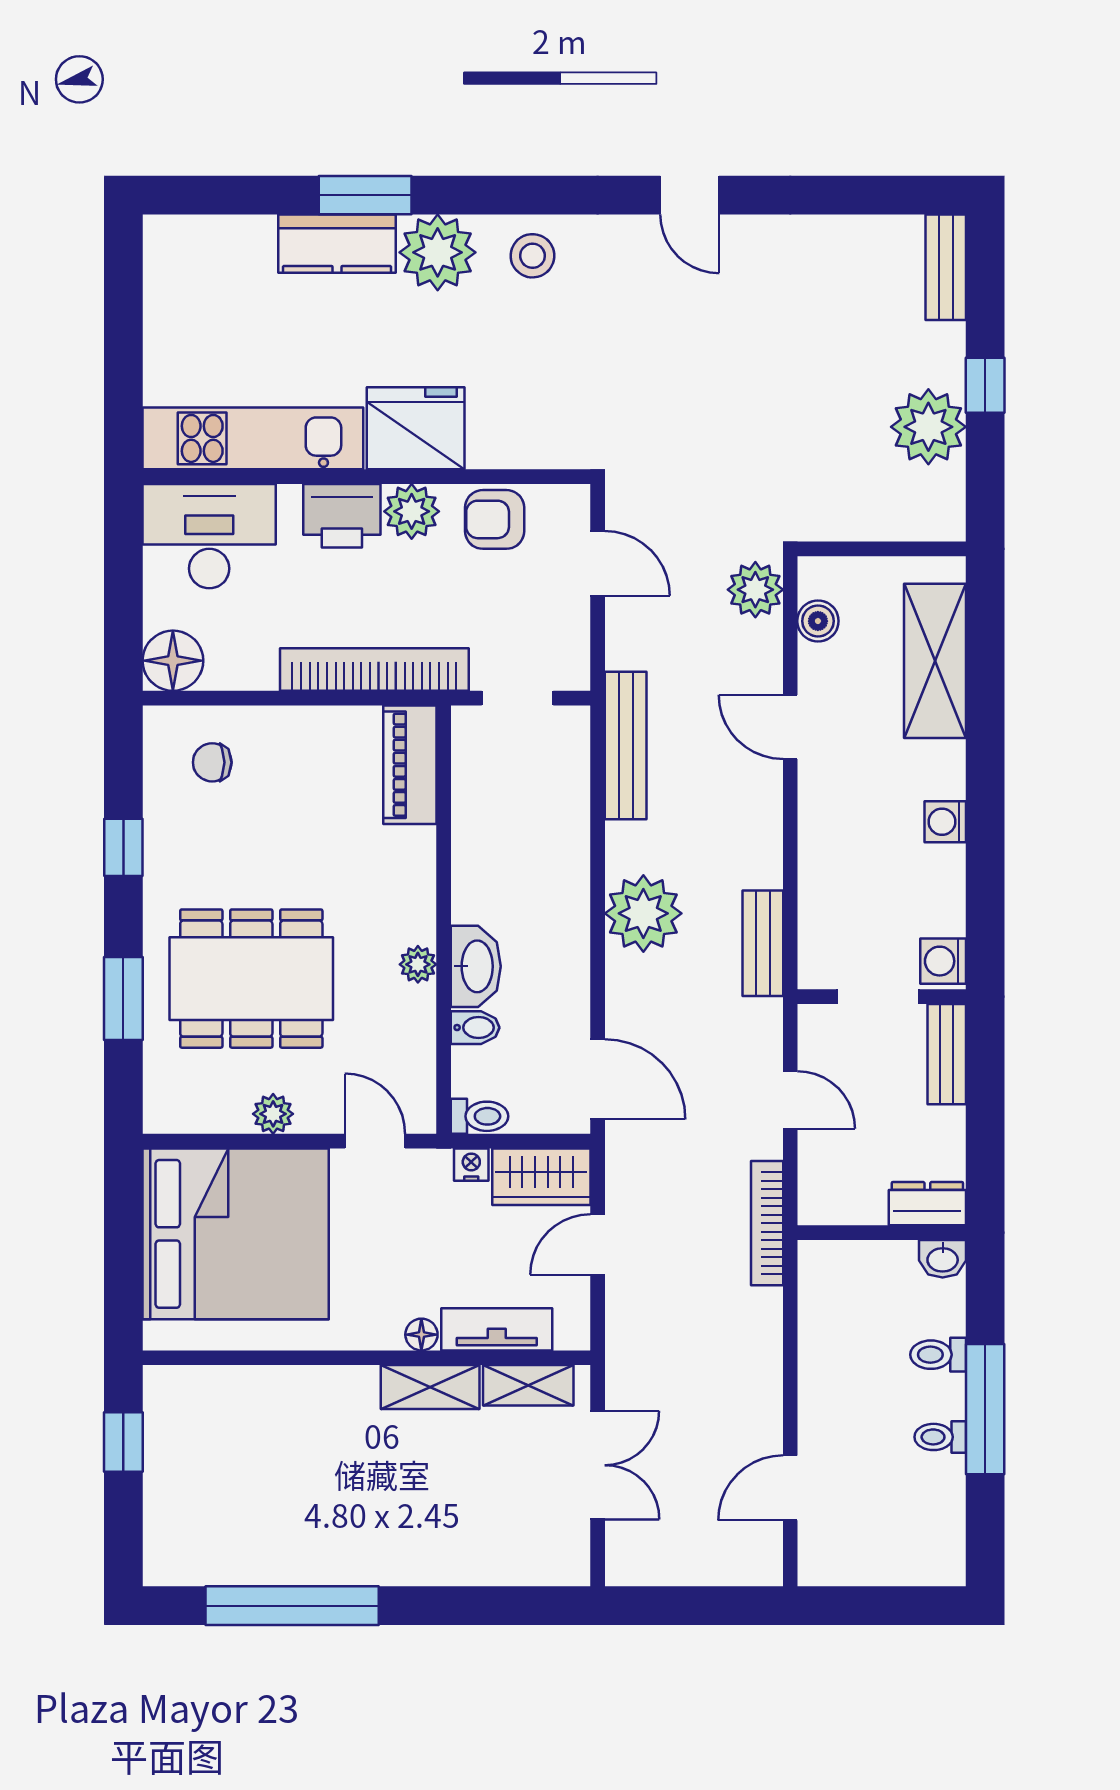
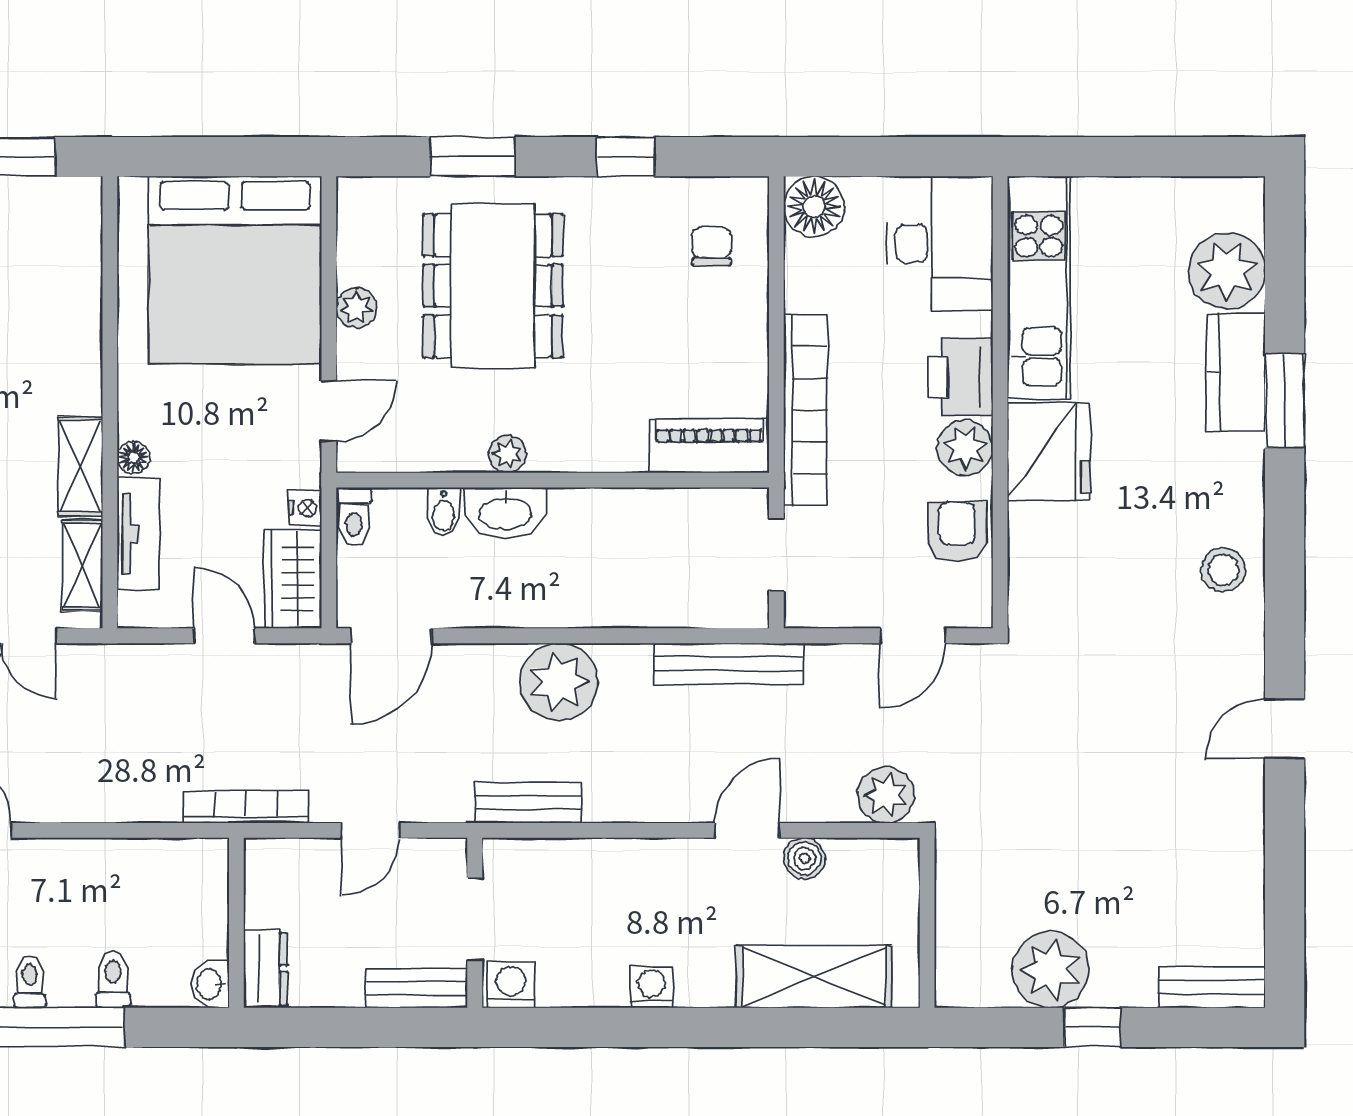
plant: (438, 252) -> (1227, 271), moved
boiler: (818, 621) -> (804, 858), moved

